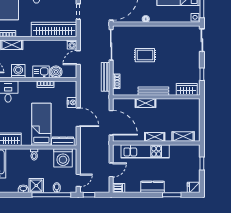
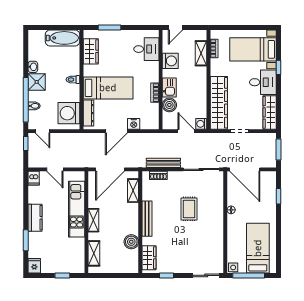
shelving: (145, 103) -> (133, 191), moved
boiler: (173, 104) -> (131, 242), added

